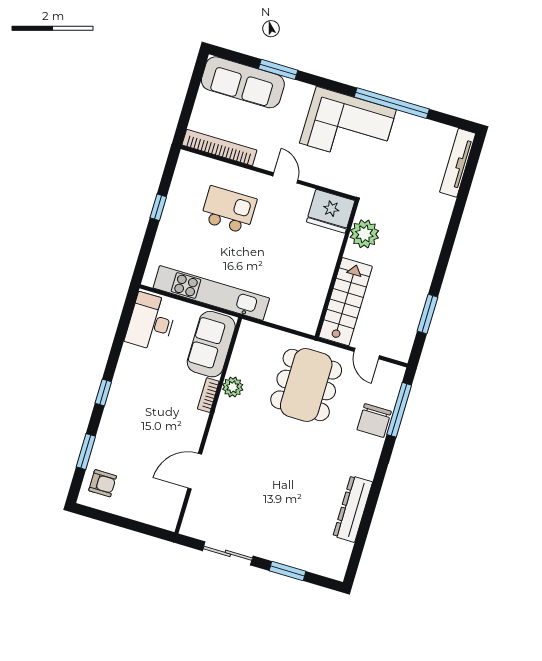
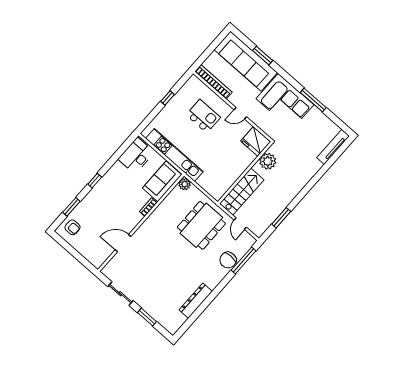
sofa: (243, 82) -> (246, 61), width x1.36, depth x1.27
window: (392, 103) -> (313, 100), width x0.68
door: (285, 178) -> (240, 113), swing flipped
plant: (233, 387) -> (185, 184), moved

